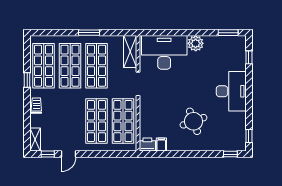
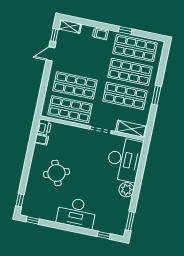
door: (68, 154) -> (50, 54), hinge flipped

